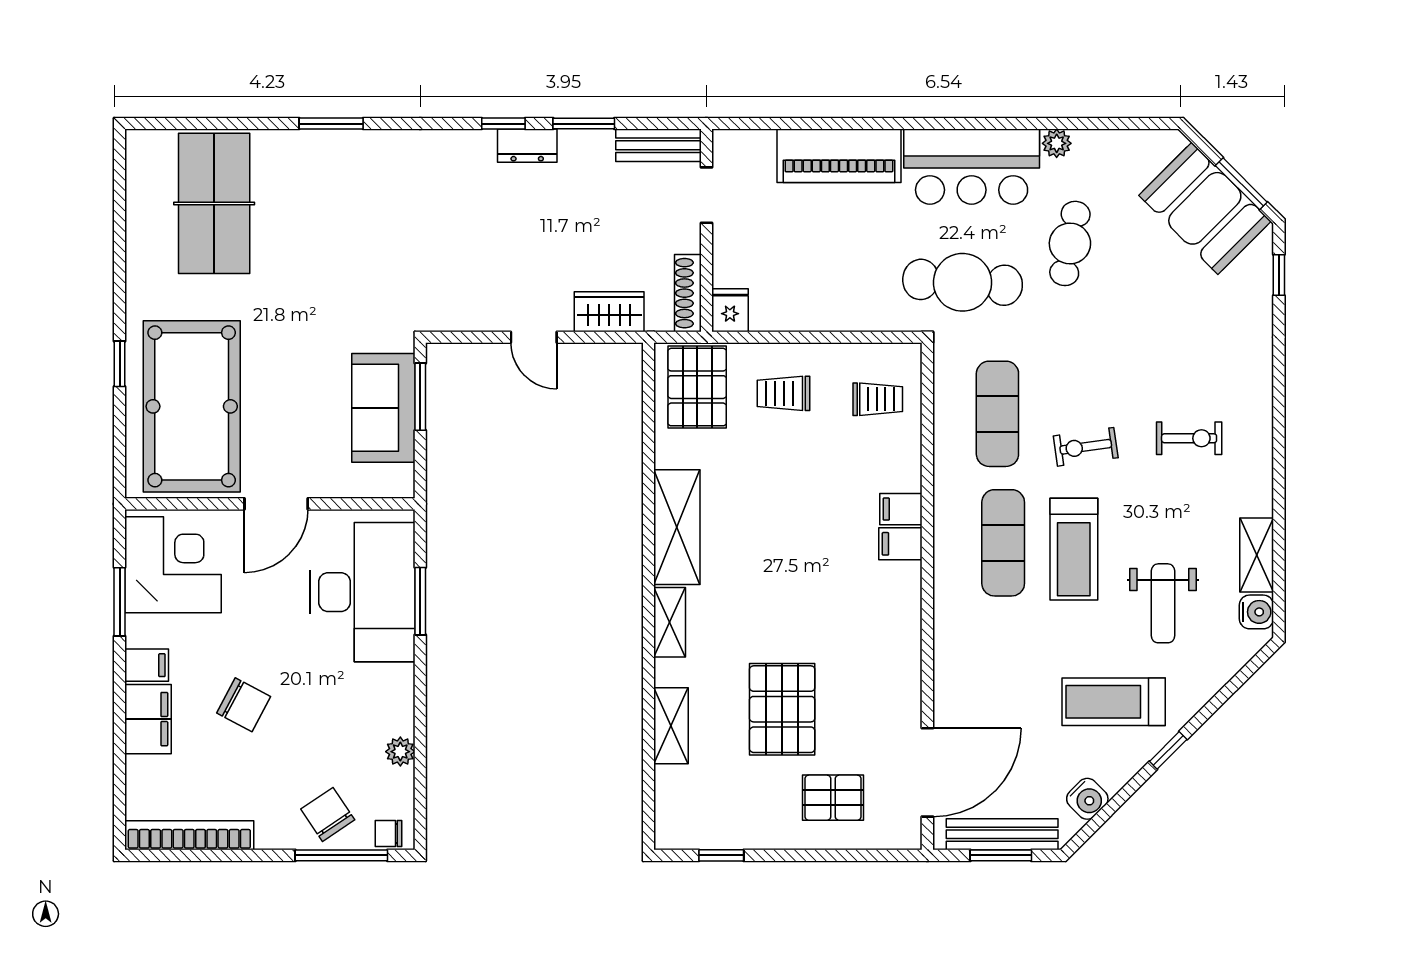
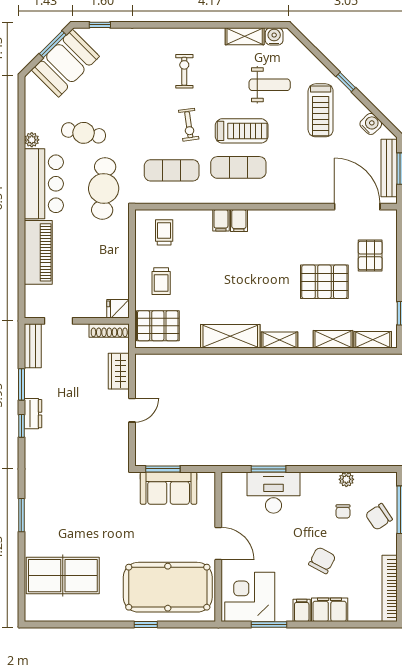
desk: (363, 592) -> (274, 493), width x0.73, depth x0.77
shelving: (670, 803) -> (373, 340), added
chair: (388, 834) -> (343, 511), moved

